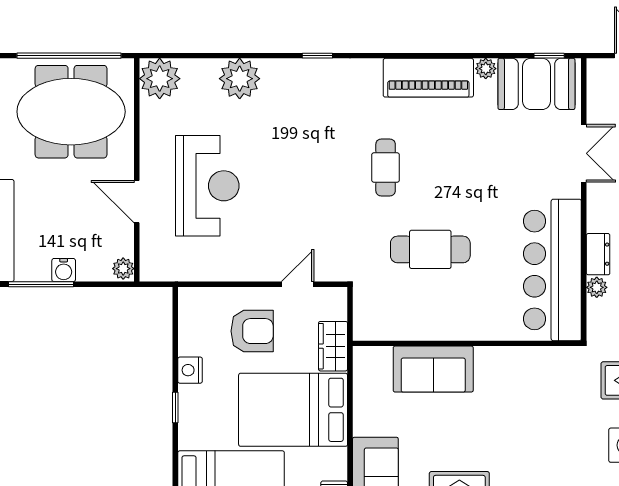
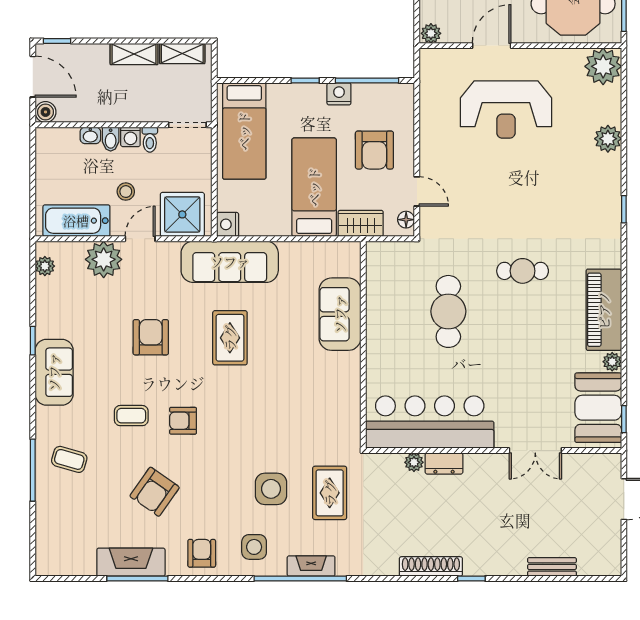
plant: (240, 79) -> (608, 139), width x0.73, depth x0.73
floor lamp: (329, 296) -> (406, 220), added
window: (175, 339) -> (367, 81), added
bed: (293, 410) -> (314, 187), width x0.67

